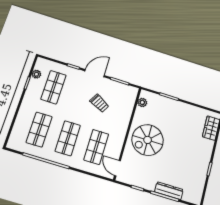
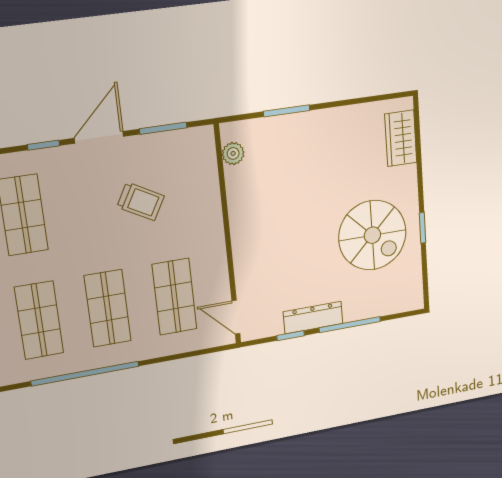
spiral stairs: (148, 140) -> (372, 235), moved, turned -90
dresser: (169, 191) -> (313, 318), moved

